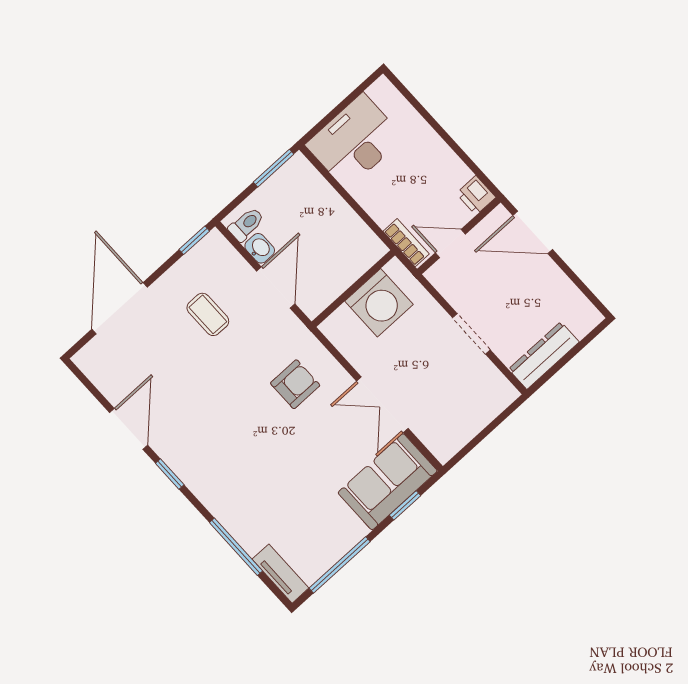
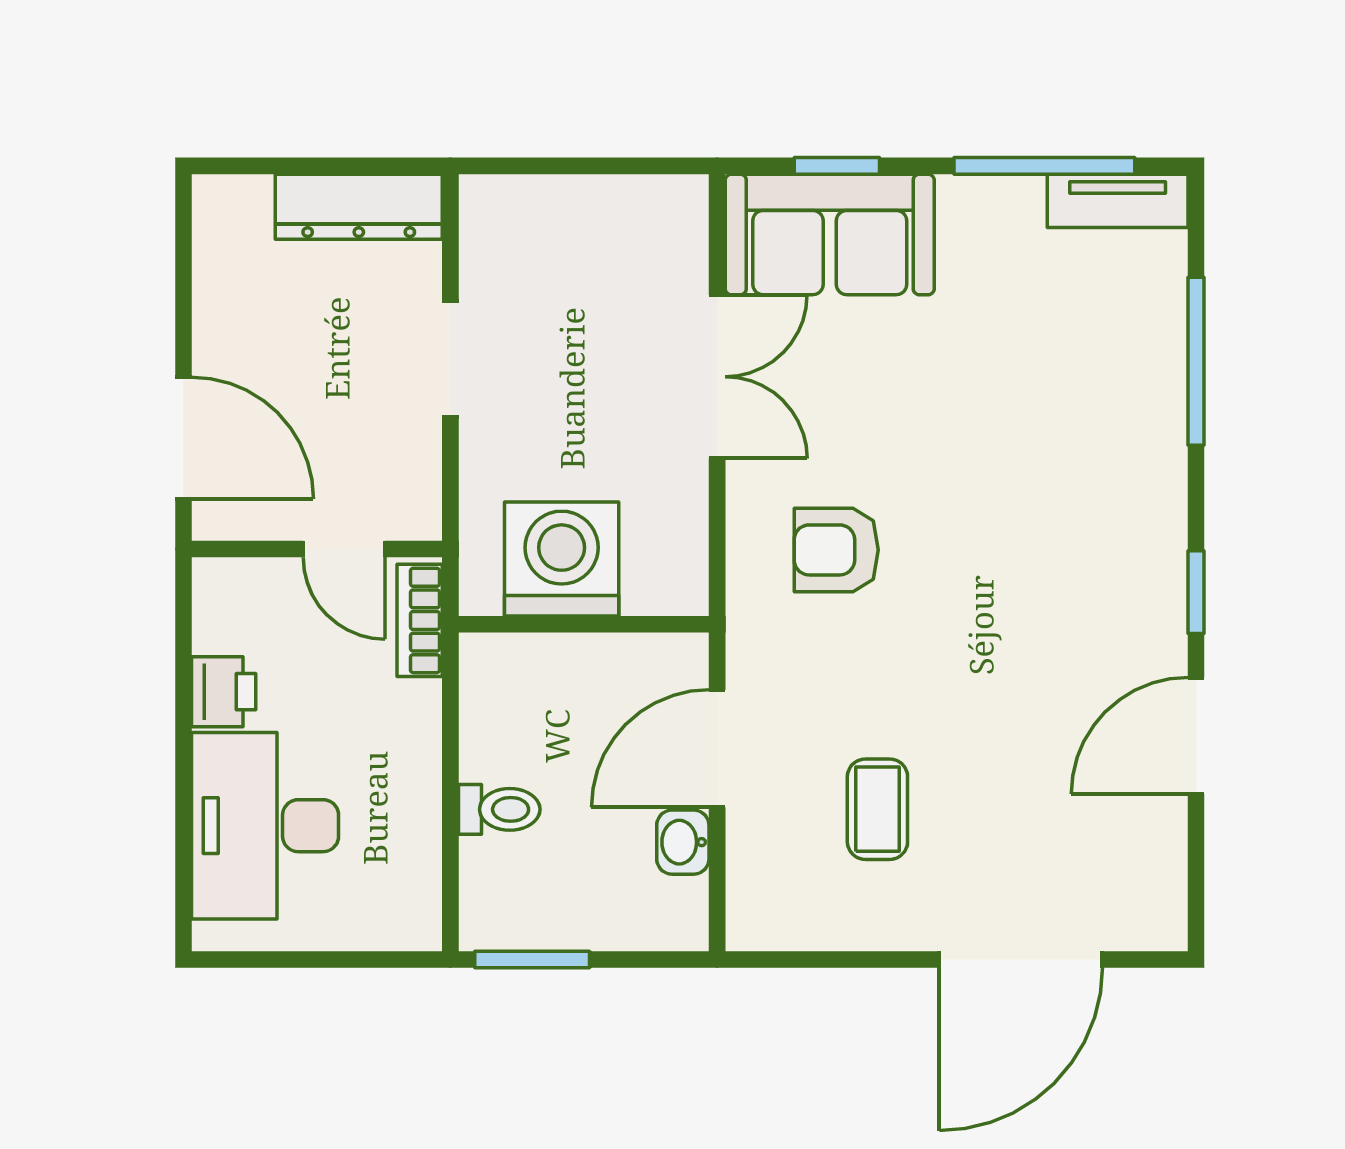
desk: (355, 141) -> (265, 826), moved, turned 90
printer: (476, 195) -> (224, 692), moved
toilet: (246, 224) -> (499, 809), moved, turned 180
window: (194, 240) -> (784, 959), removed
tv unit: (280, 574) -> (1118, 201), moved, turned -90

